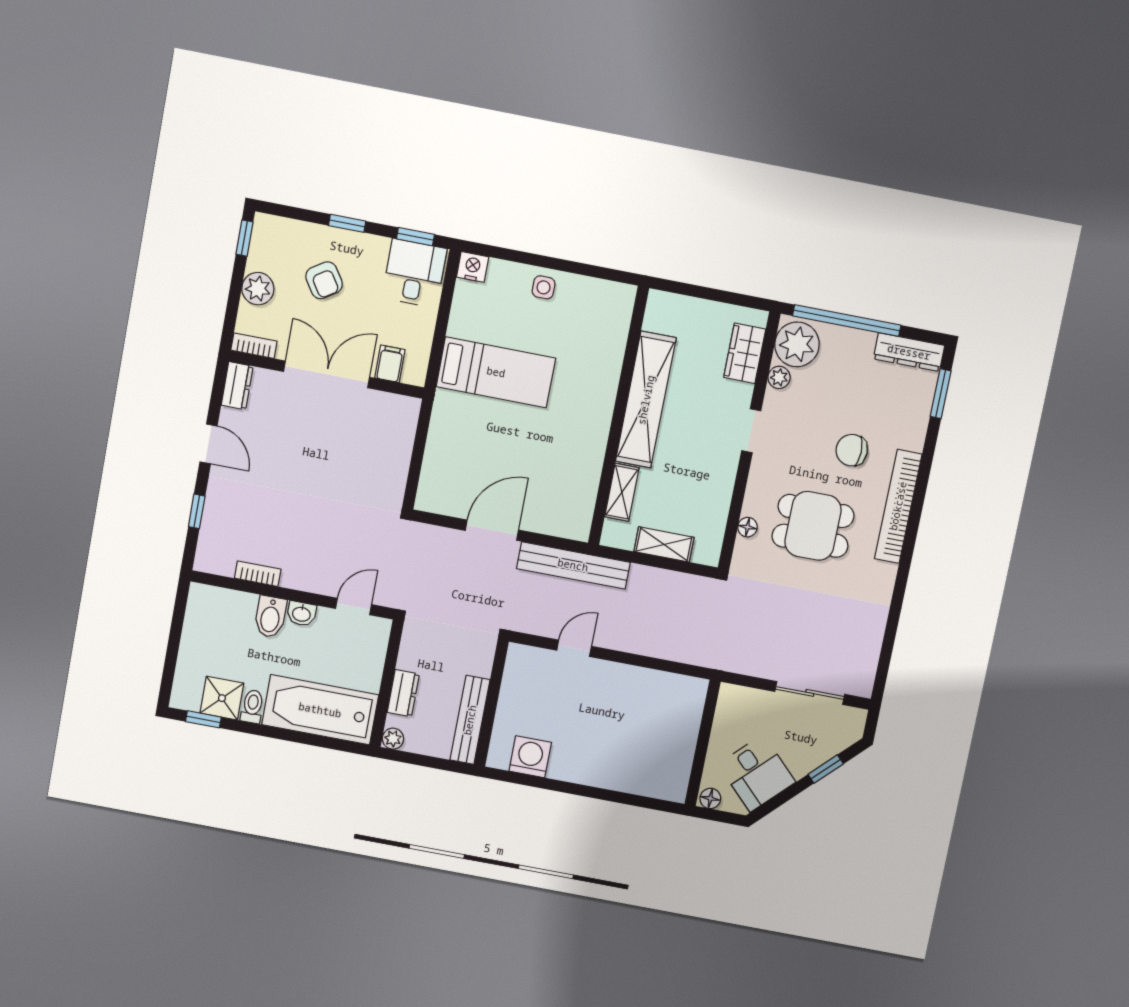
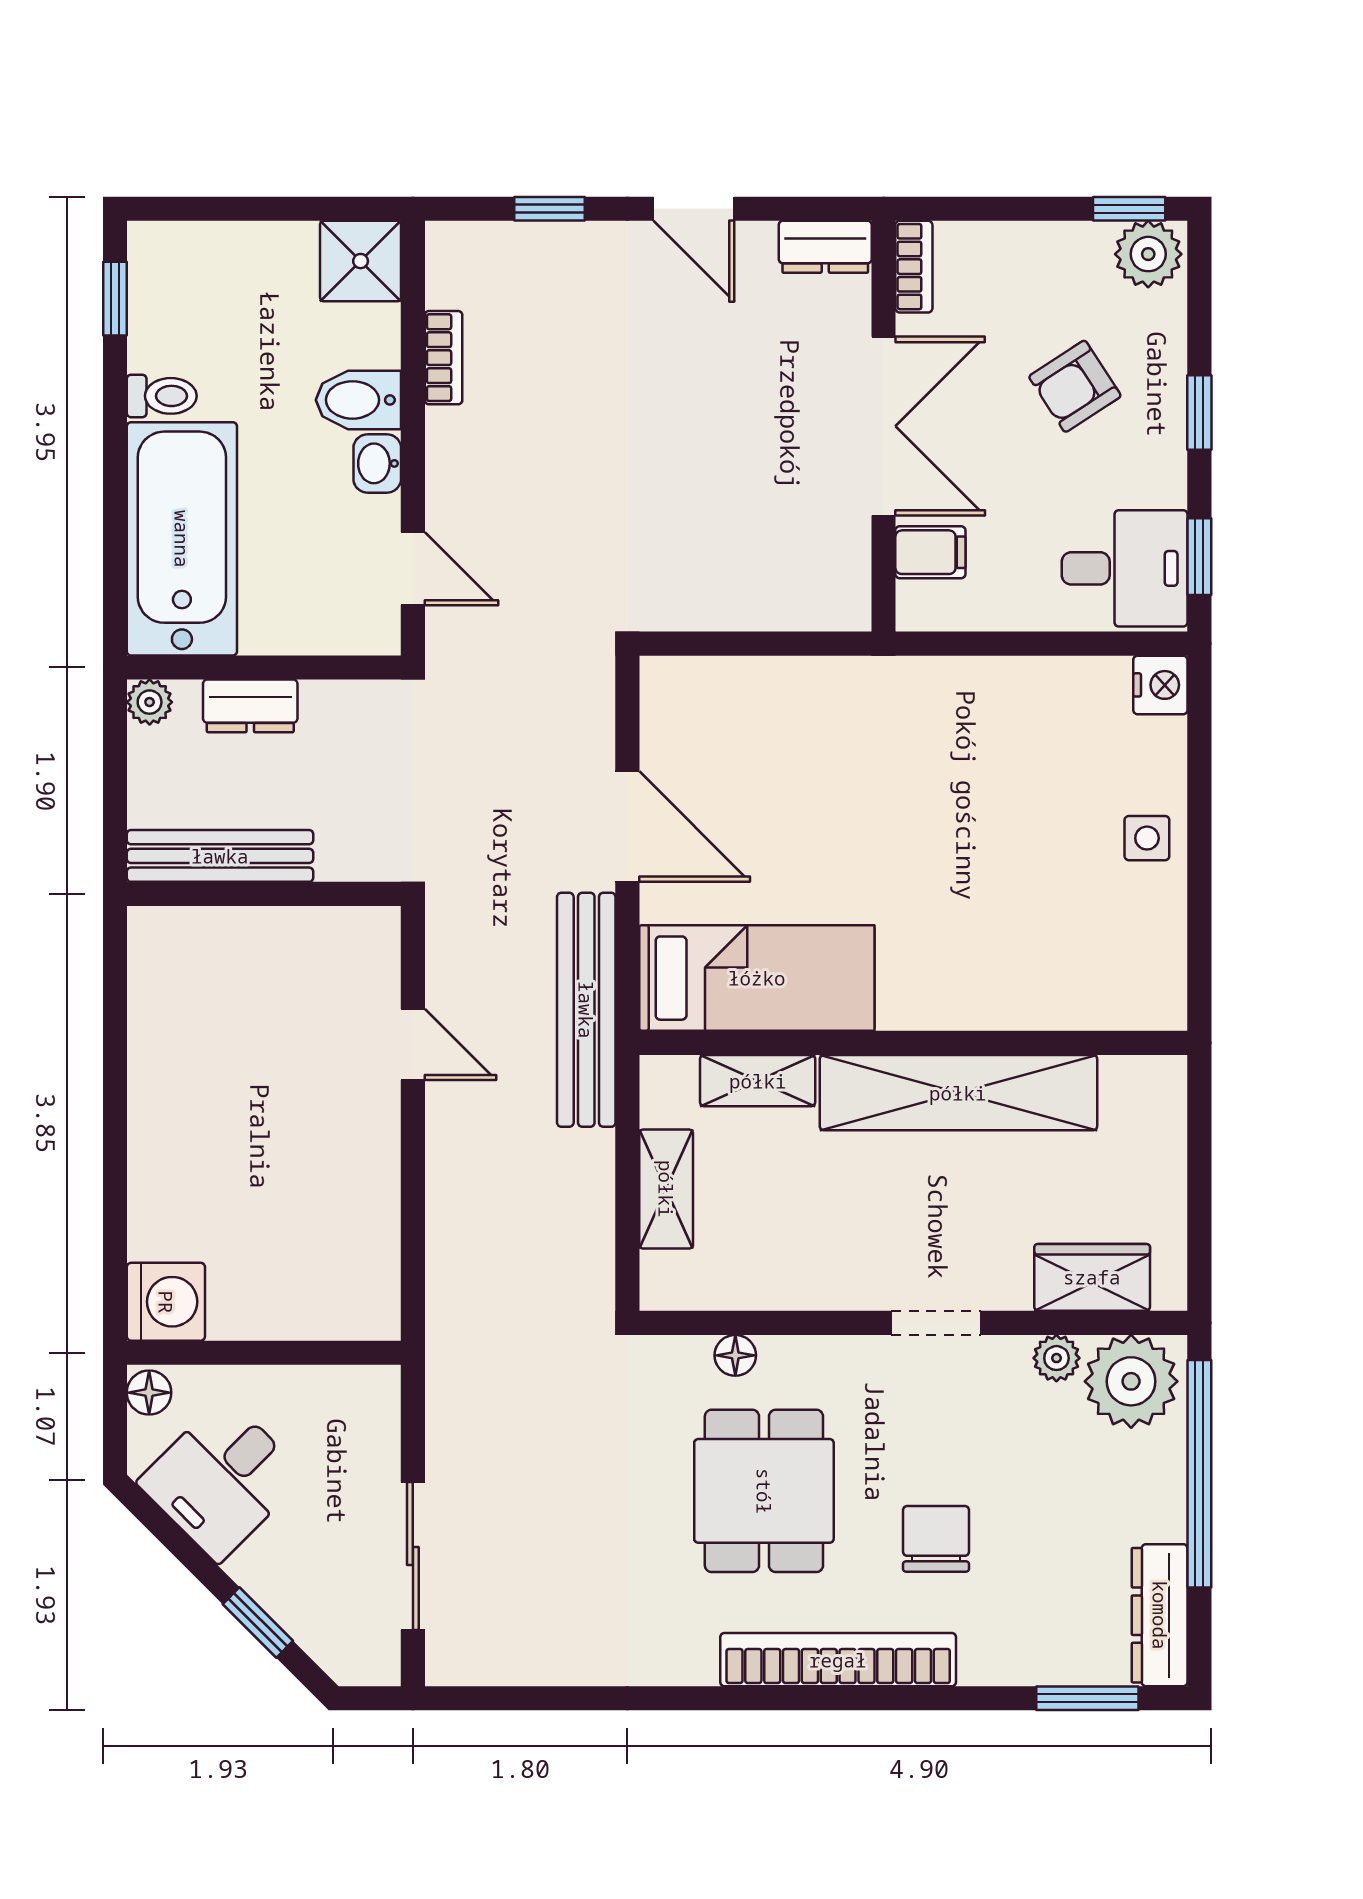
plant: (258, 289) -> (1148, 254), moved
bed: (496, 372) -> (757, 978), moved, turned -90
door: (209, 444) -> (694, 209), hinge flipped
shower: (222, 698) -> (361, 261), moved
washing machine: (530, 757) -> (166, 1302), moved

